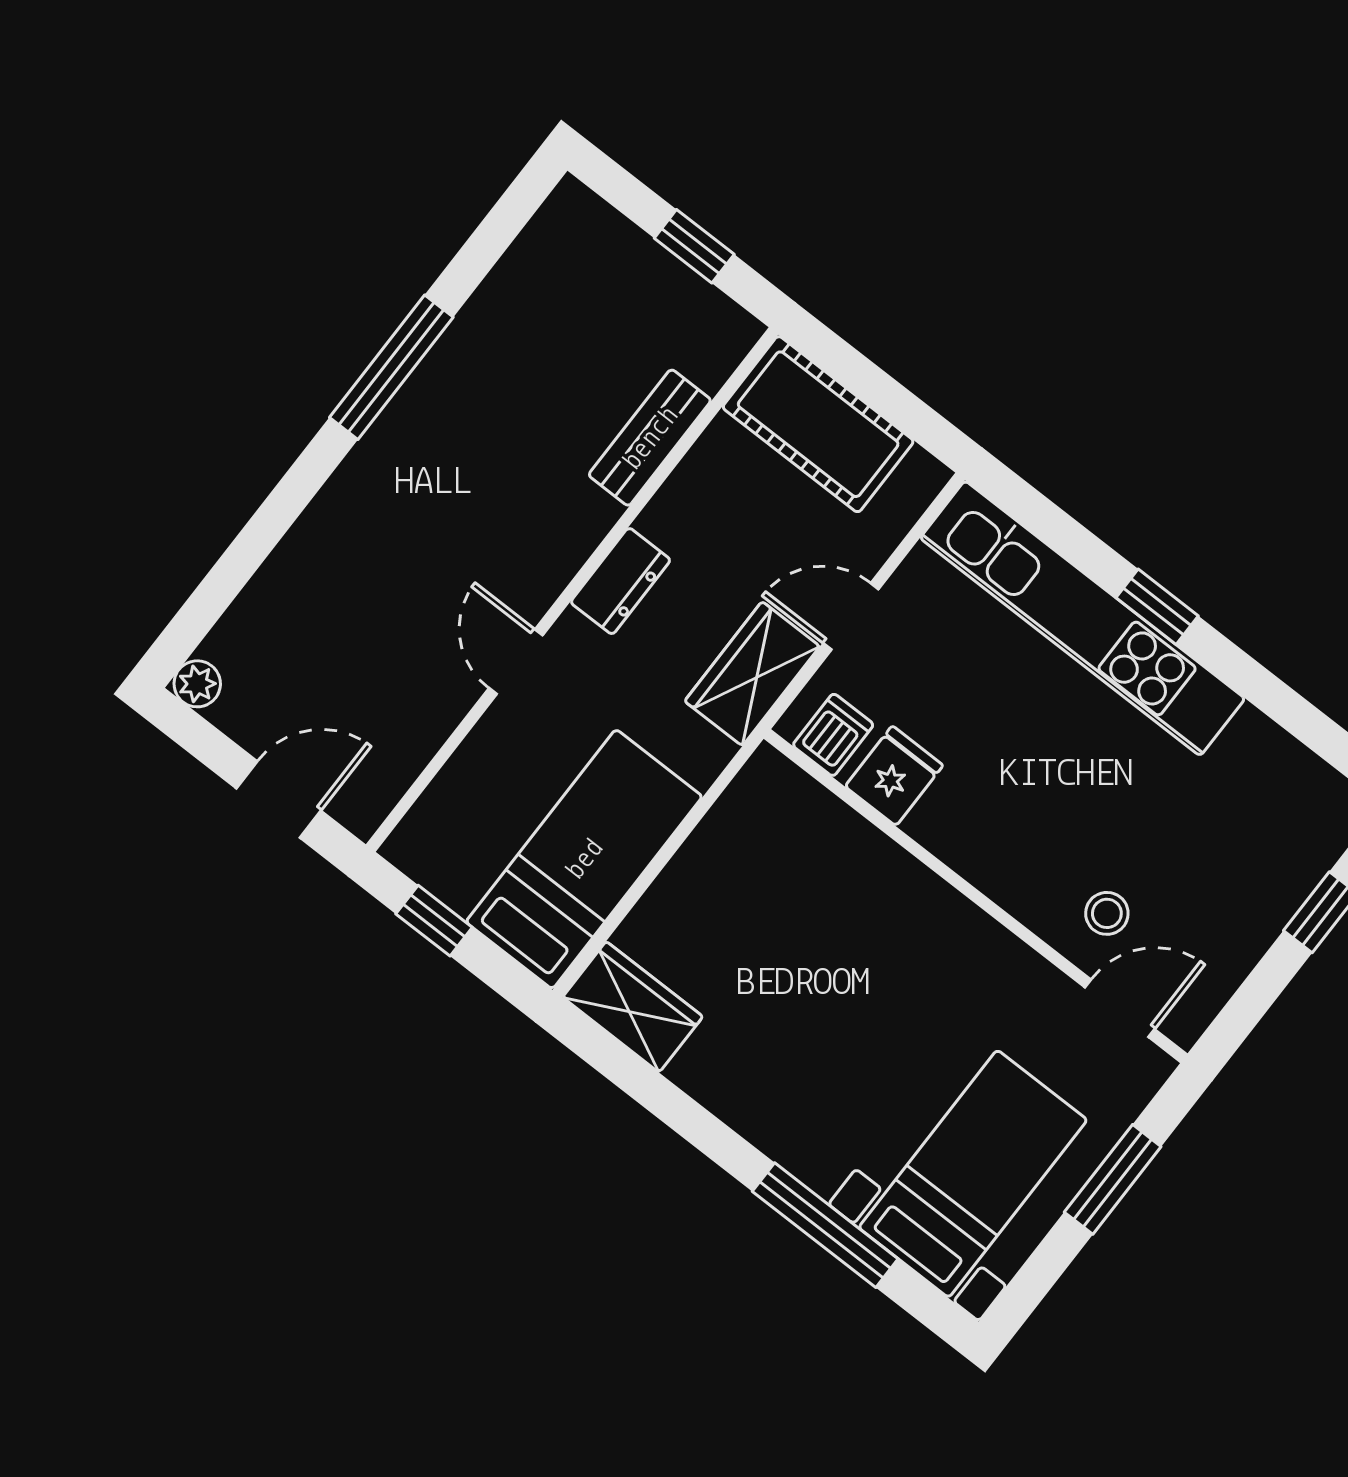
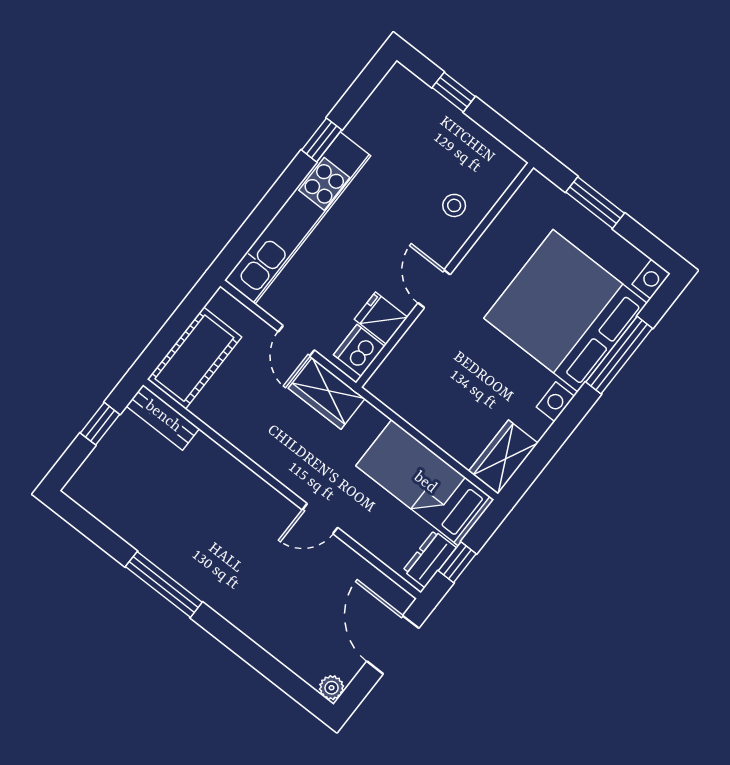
bench: (650, 438) -> (163, 417), moved
dresser: (620, 581) -> (430, 559), moved, turned -90
window: (1157, 607) -> (322, 140), moved
dishwasher: (833, 735) -> (359, 350), width x1.38
door: (279, 800) -> (393, 645), width x1.37
door: (1120, 1008) -> (434, 289), moved
bed with nightstands: (973, 1174) -> (565, 311), width x1.85

